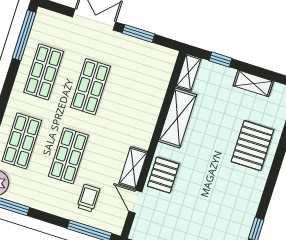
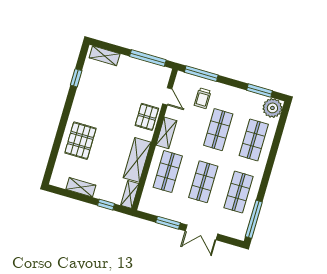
shop shelf: (137, 102) -> (168, 172), added
shelving: (133, 168) -> (166, 133), moved

